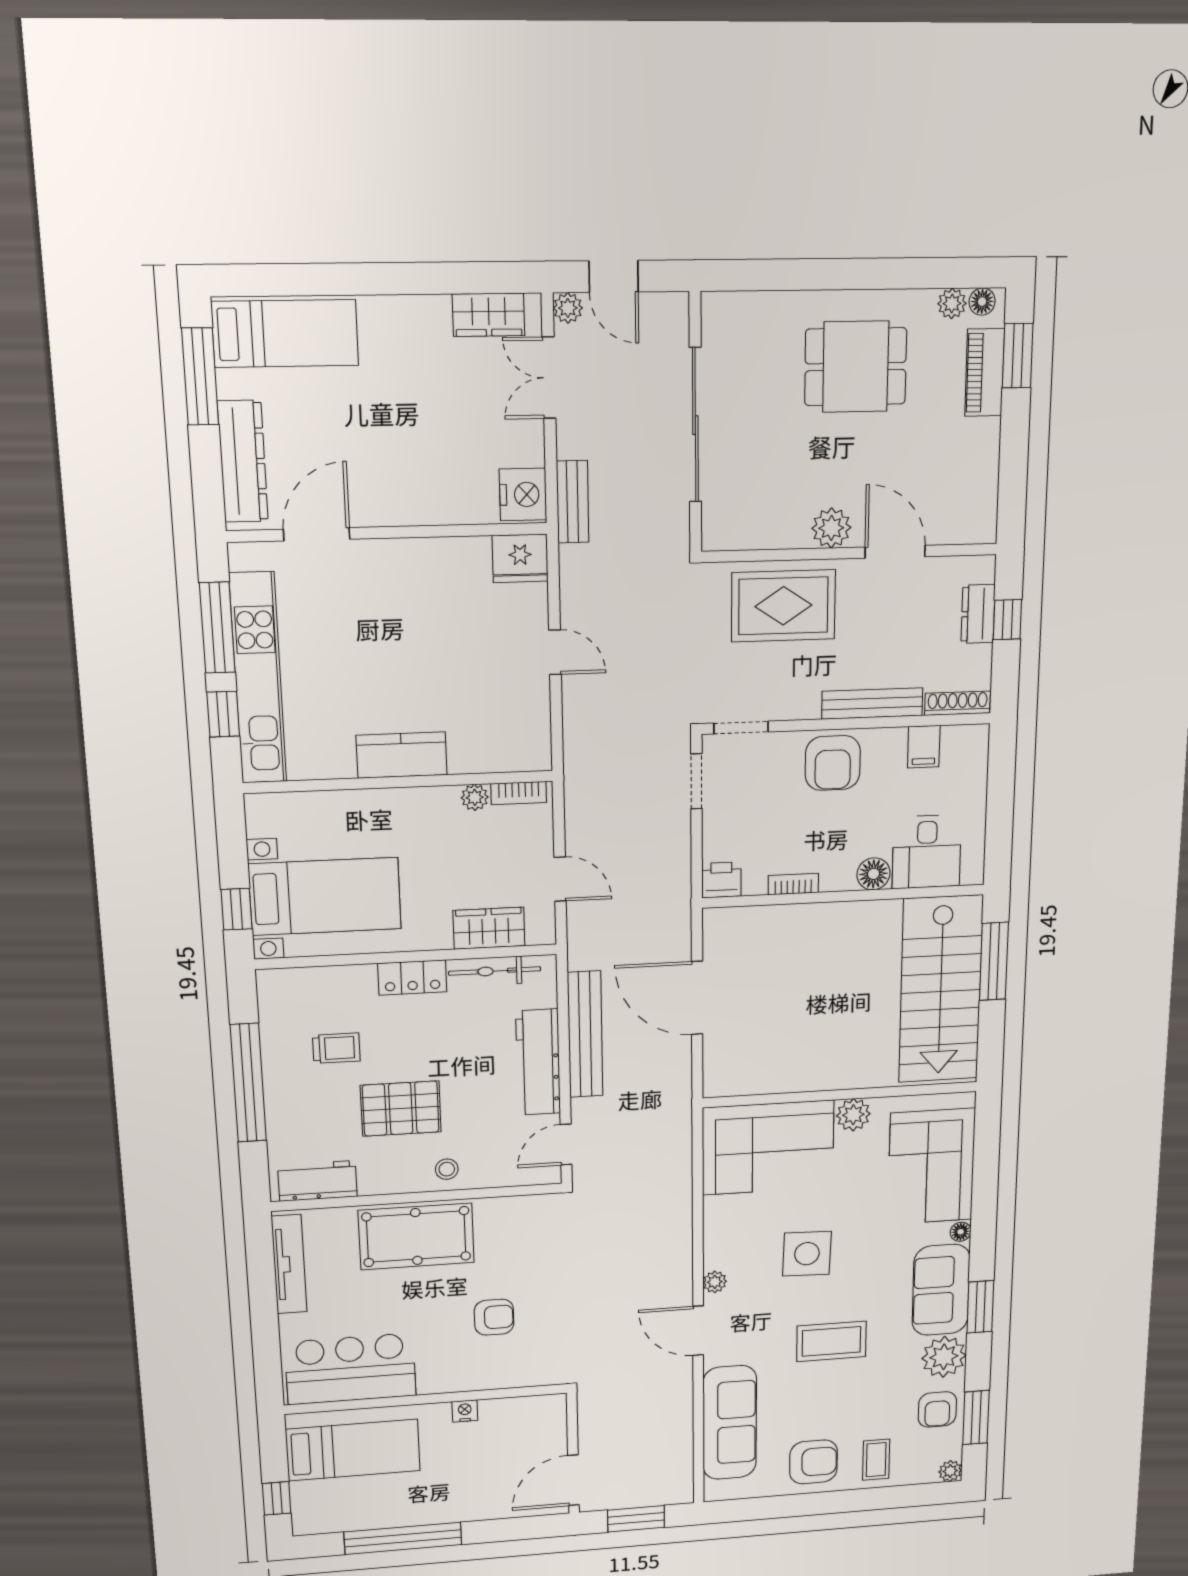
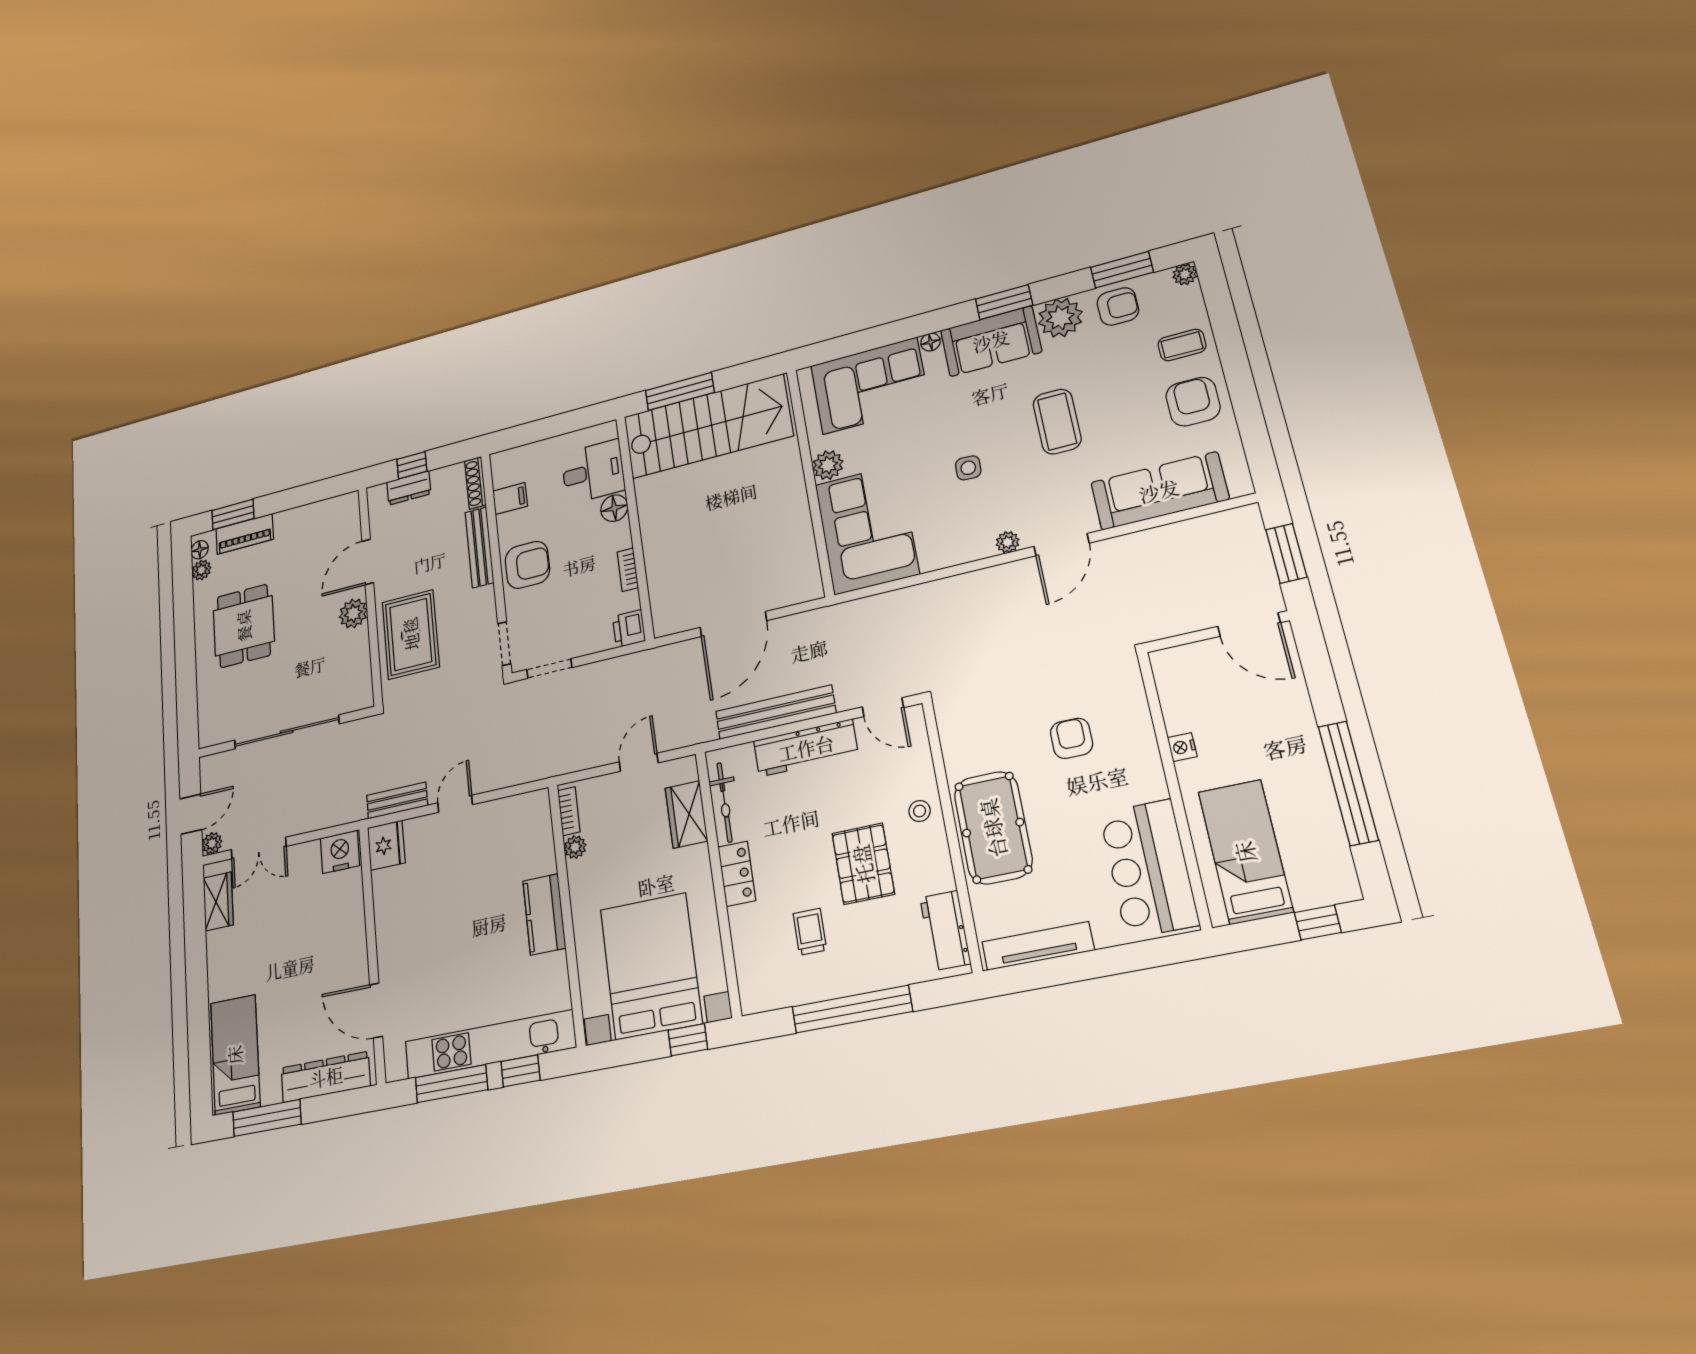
bench: (573, 502) -> (397, 800), moved
bed with nightstands: (325, 896) -> (651, 966), width x1.36
side table: (807, 1254) -> (968, 468), width x0.54, depth x0.54

